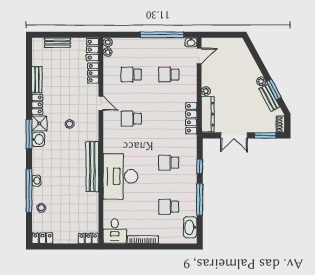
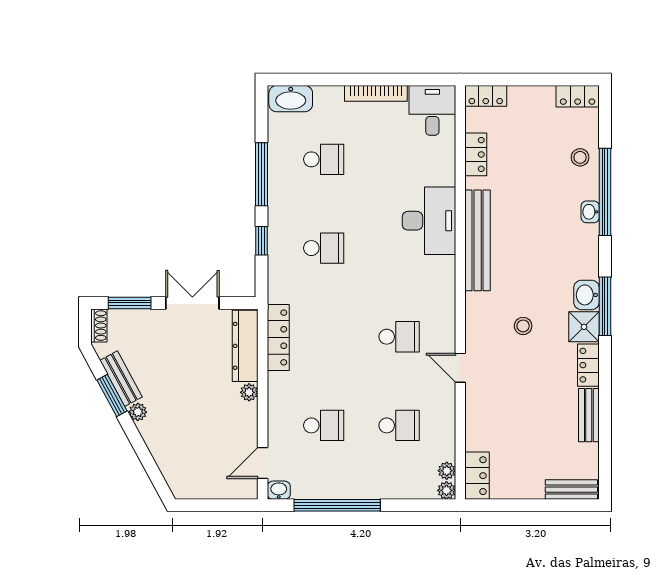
bench: (57, 43) -> (571, 490), moved
locker: (93, 73) -> (476, 154), moved
desk: (120, 176) -> (429, 221), width x0.73, depth x0.77
washbasin: (190, 227) -> (291, 99), moved, turned 90

